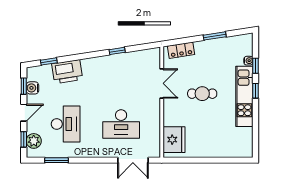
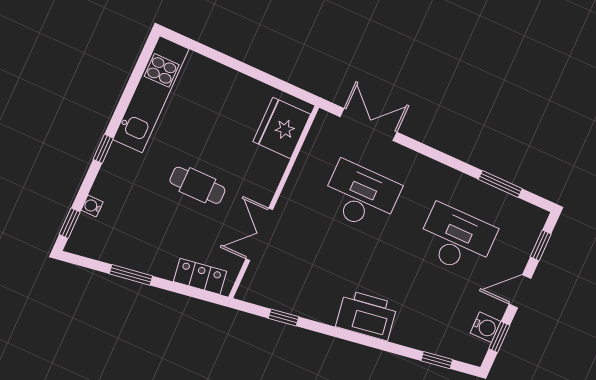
window: (117, 51) -> (284, 317), moved
window: (255, 66) -> (70, 223), moved
printer: (67, 72) -> (367, 315), moved
kitchen unit: (244, 96) -> (151, 94), moved
desk: (66, 124) -> (456, 239), turned 90
plant: (34, 141) -> (525, 235), removed

